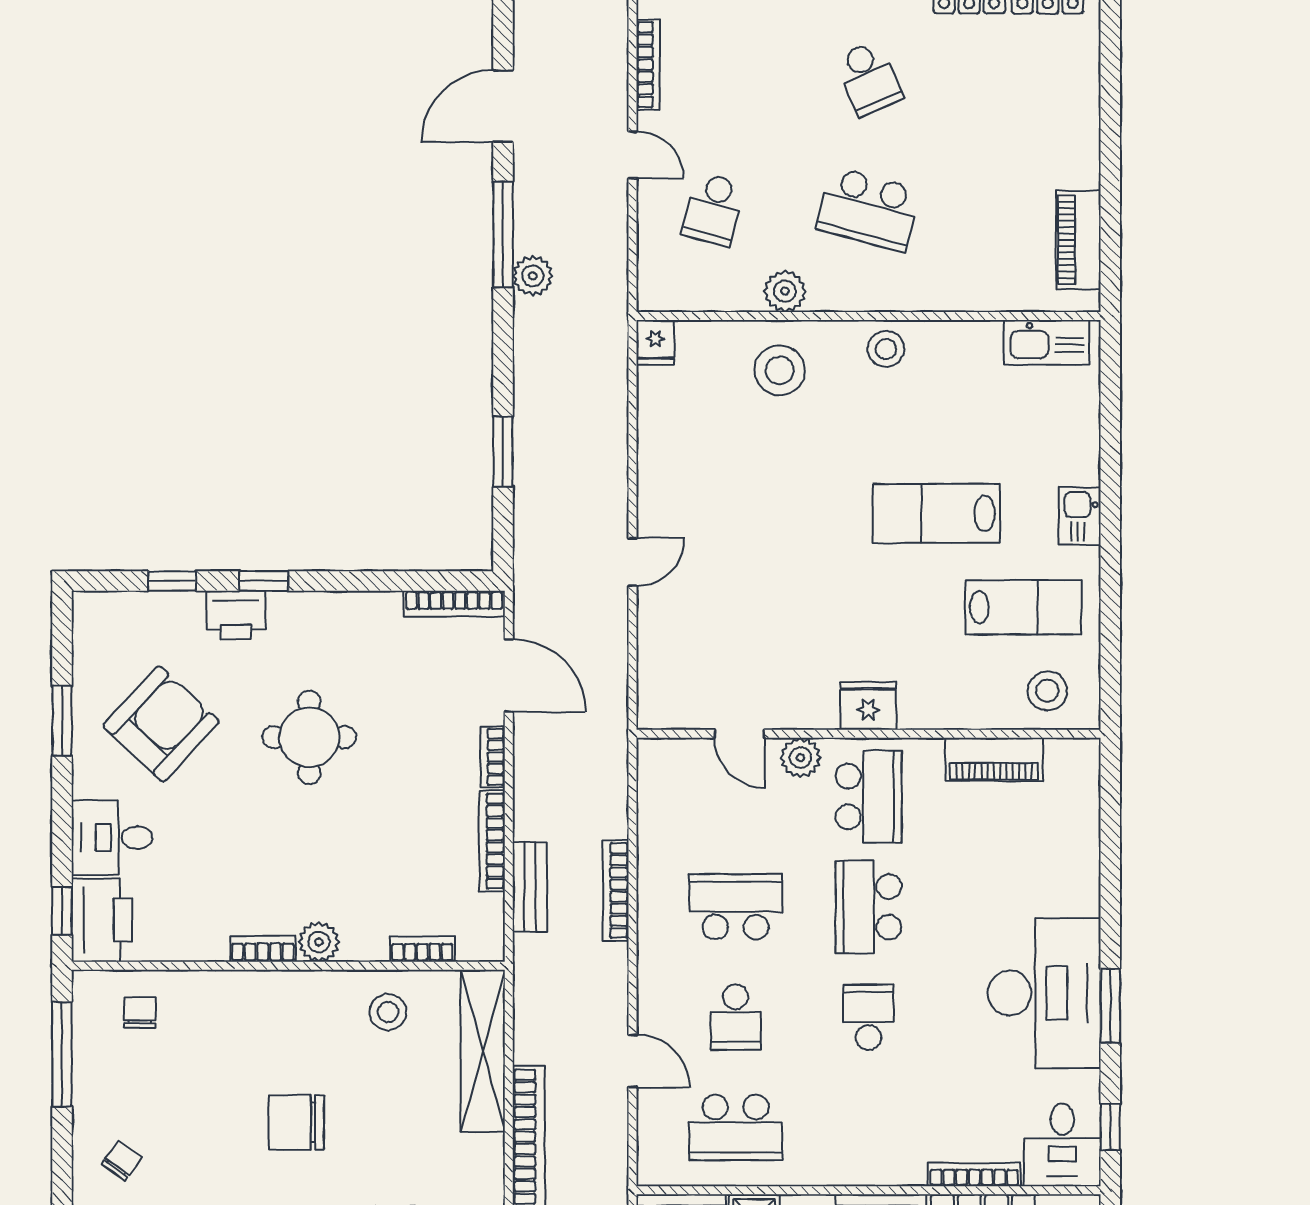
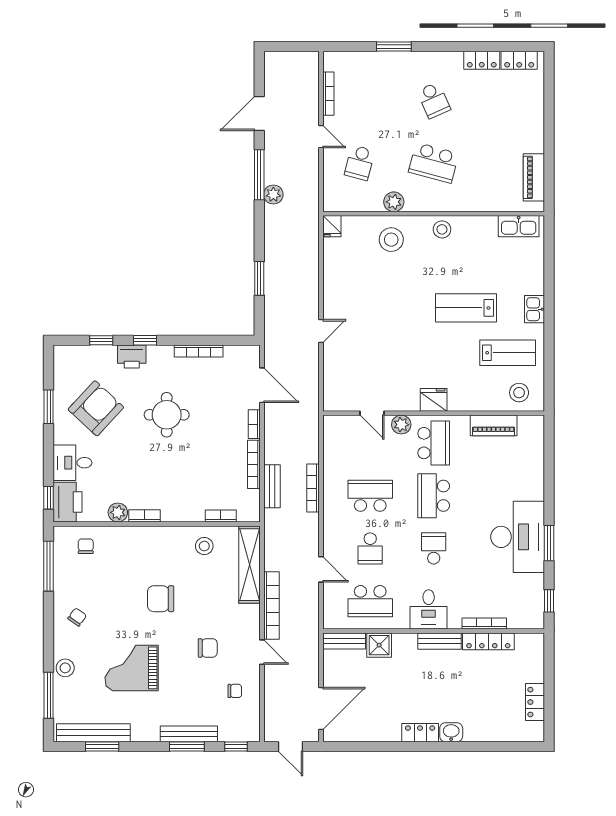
bookcase: (454, 604) -> (199, 351), moved
plant: (319, 942) -> (118, 512), moved
desk: (1062, 1145) -> (429, 609), moved

